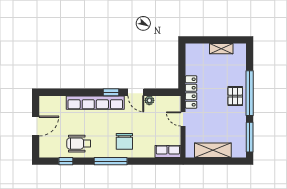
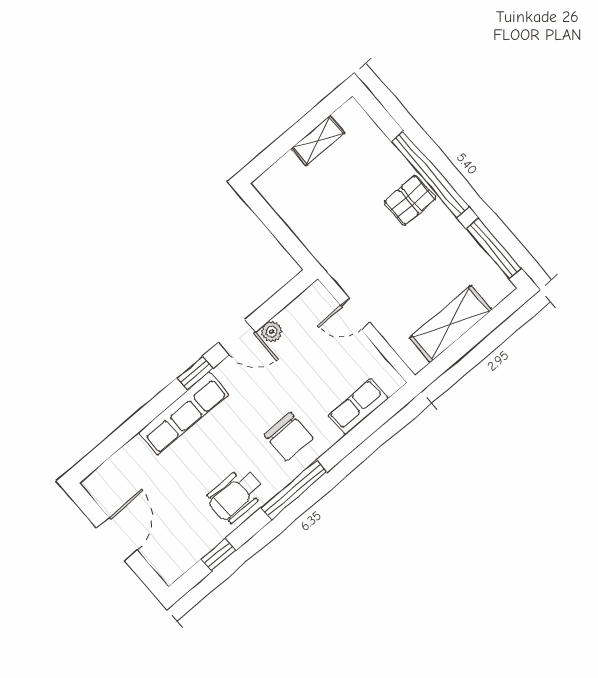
locker: (191, 92) -> (330, 257), removed
pallet: (235, 96) -> (410, 200), turned 90
row of seats: (95, 103) -> (184, 413), width x0.73
wheelchair: (79, 144) -> (236, 495), moved
row of seats: (168, 151) -> (358, 407), moved

